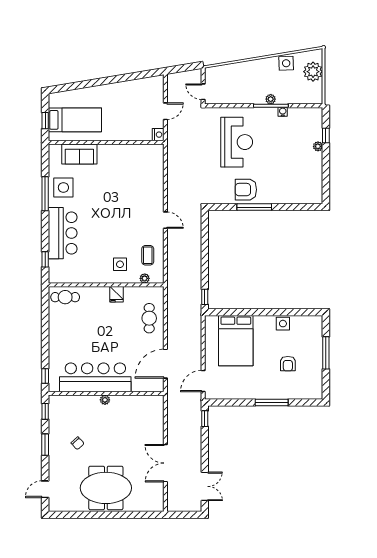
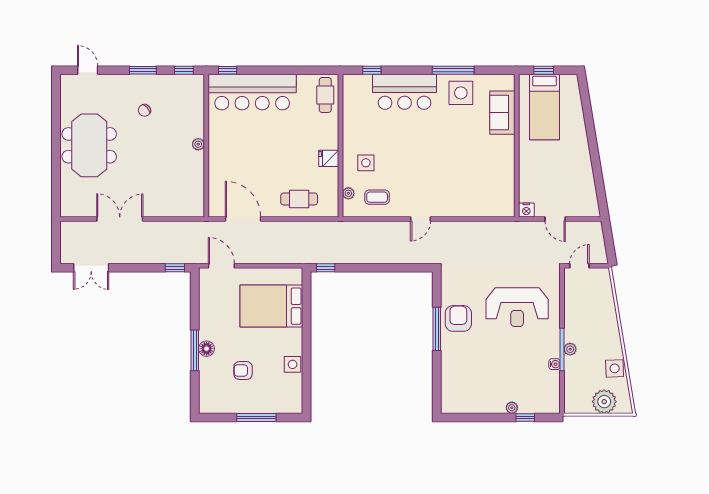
bar counter: (95, 377) -> (252, 92), moved, turned 90
floor lamp: (270, 393) -> (207, 349), added

